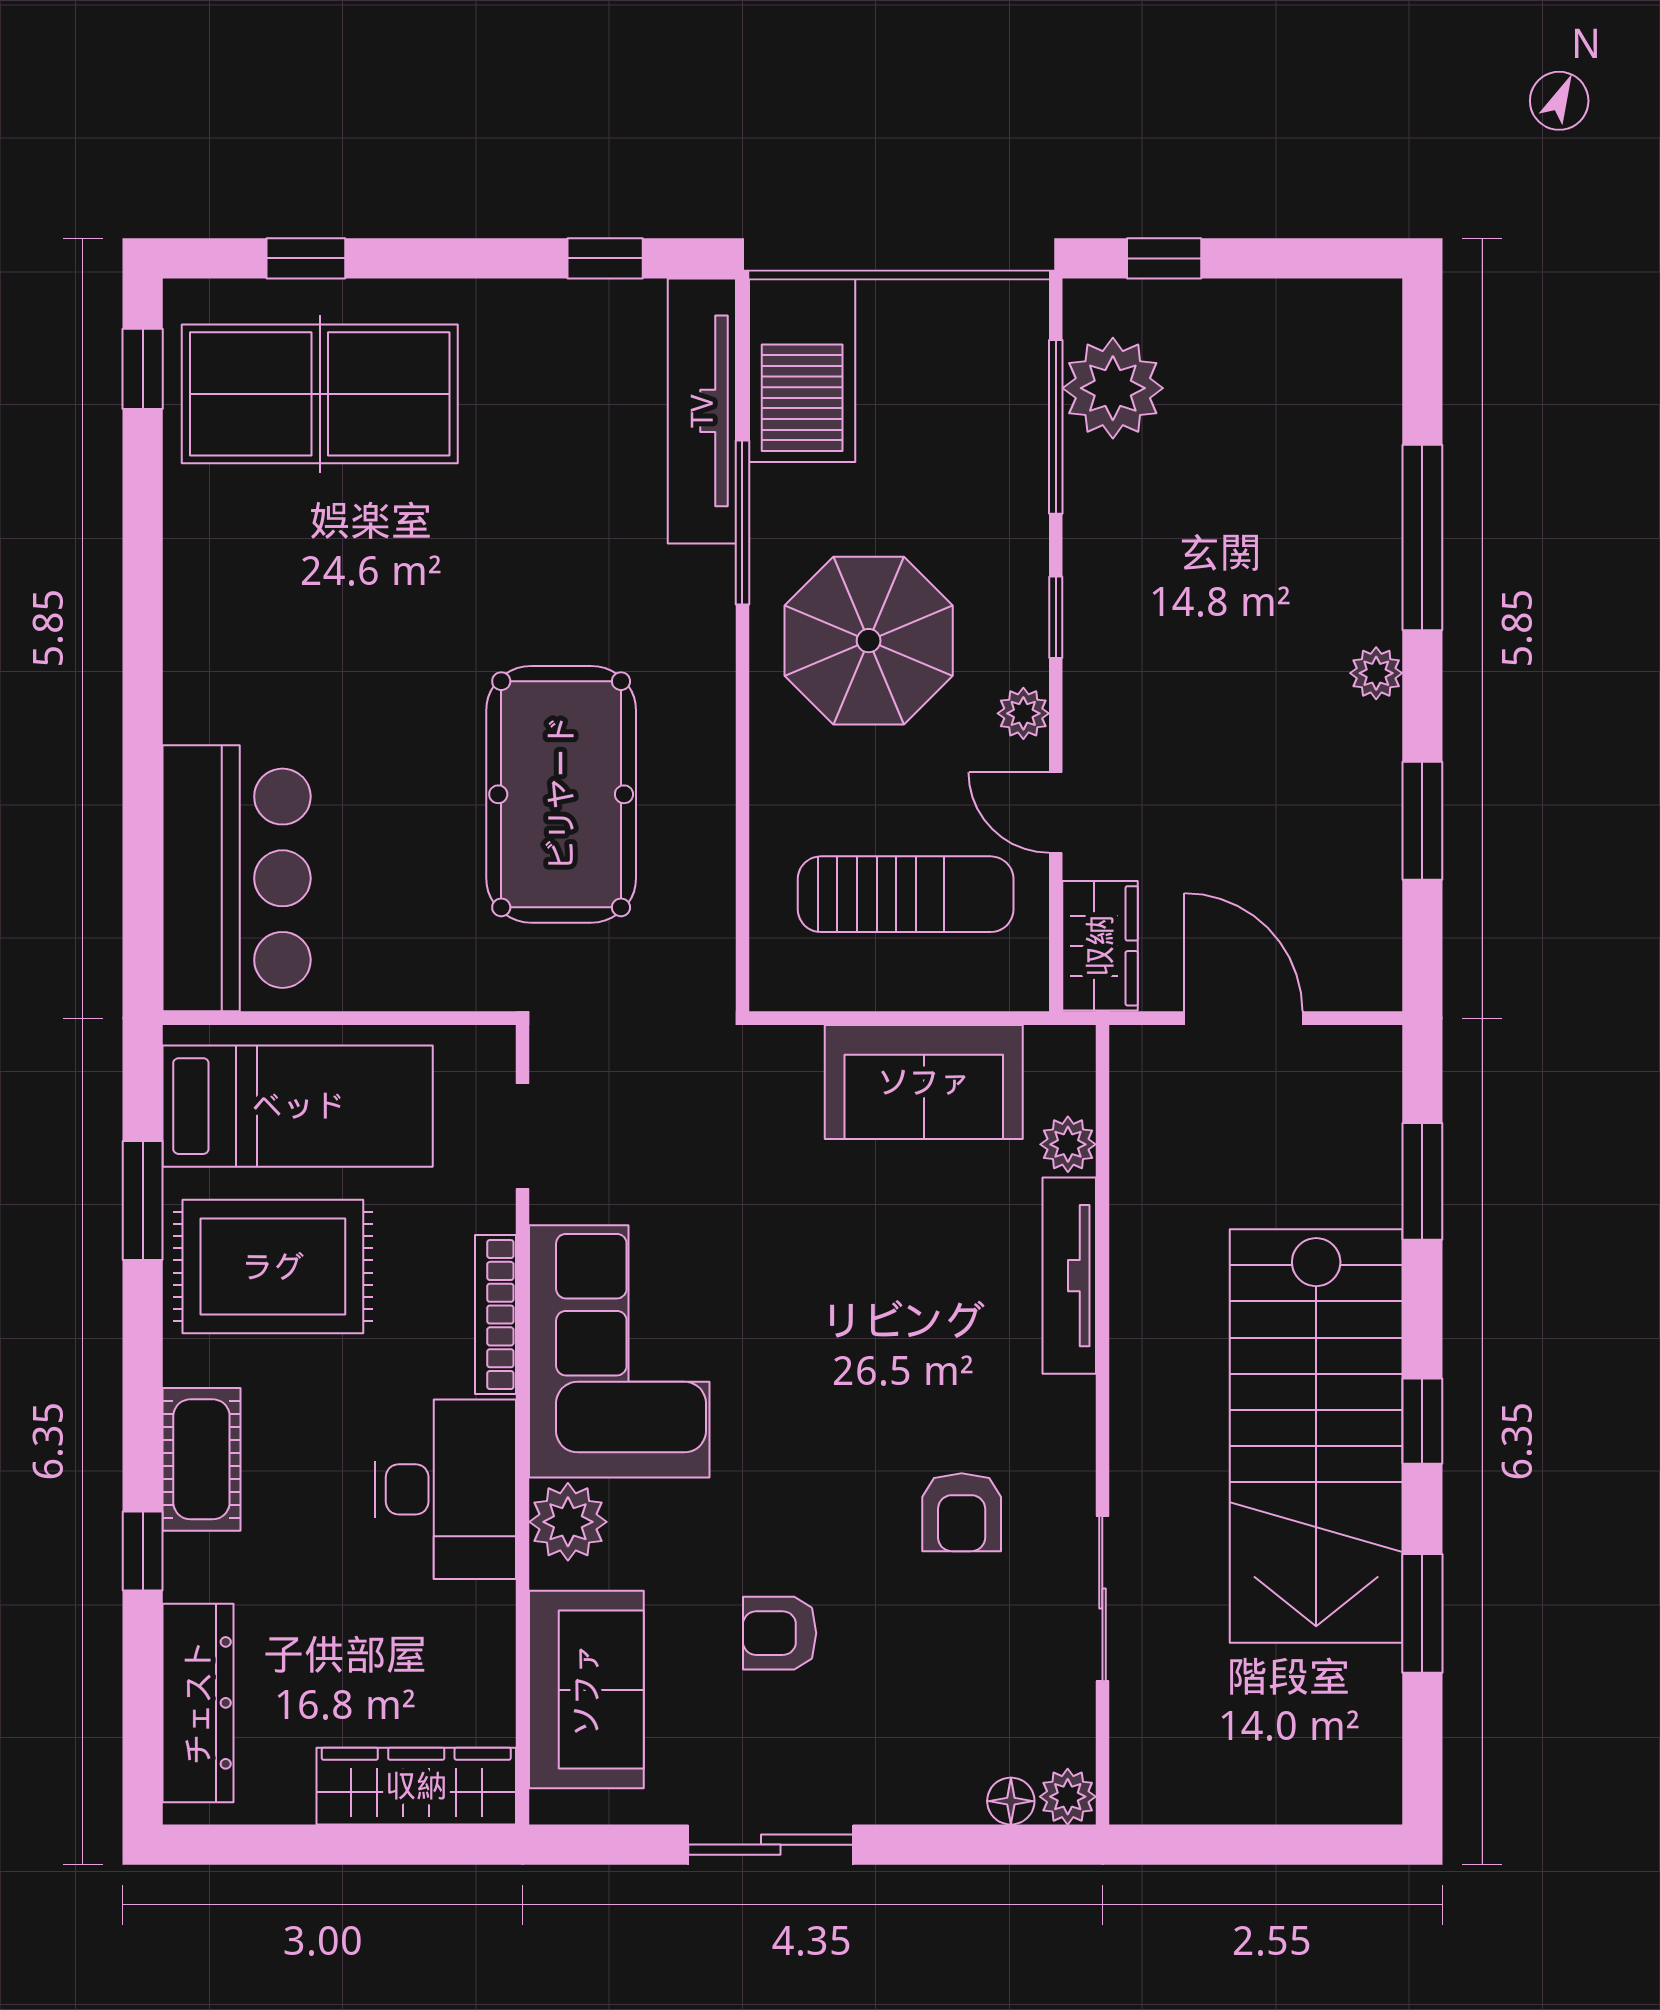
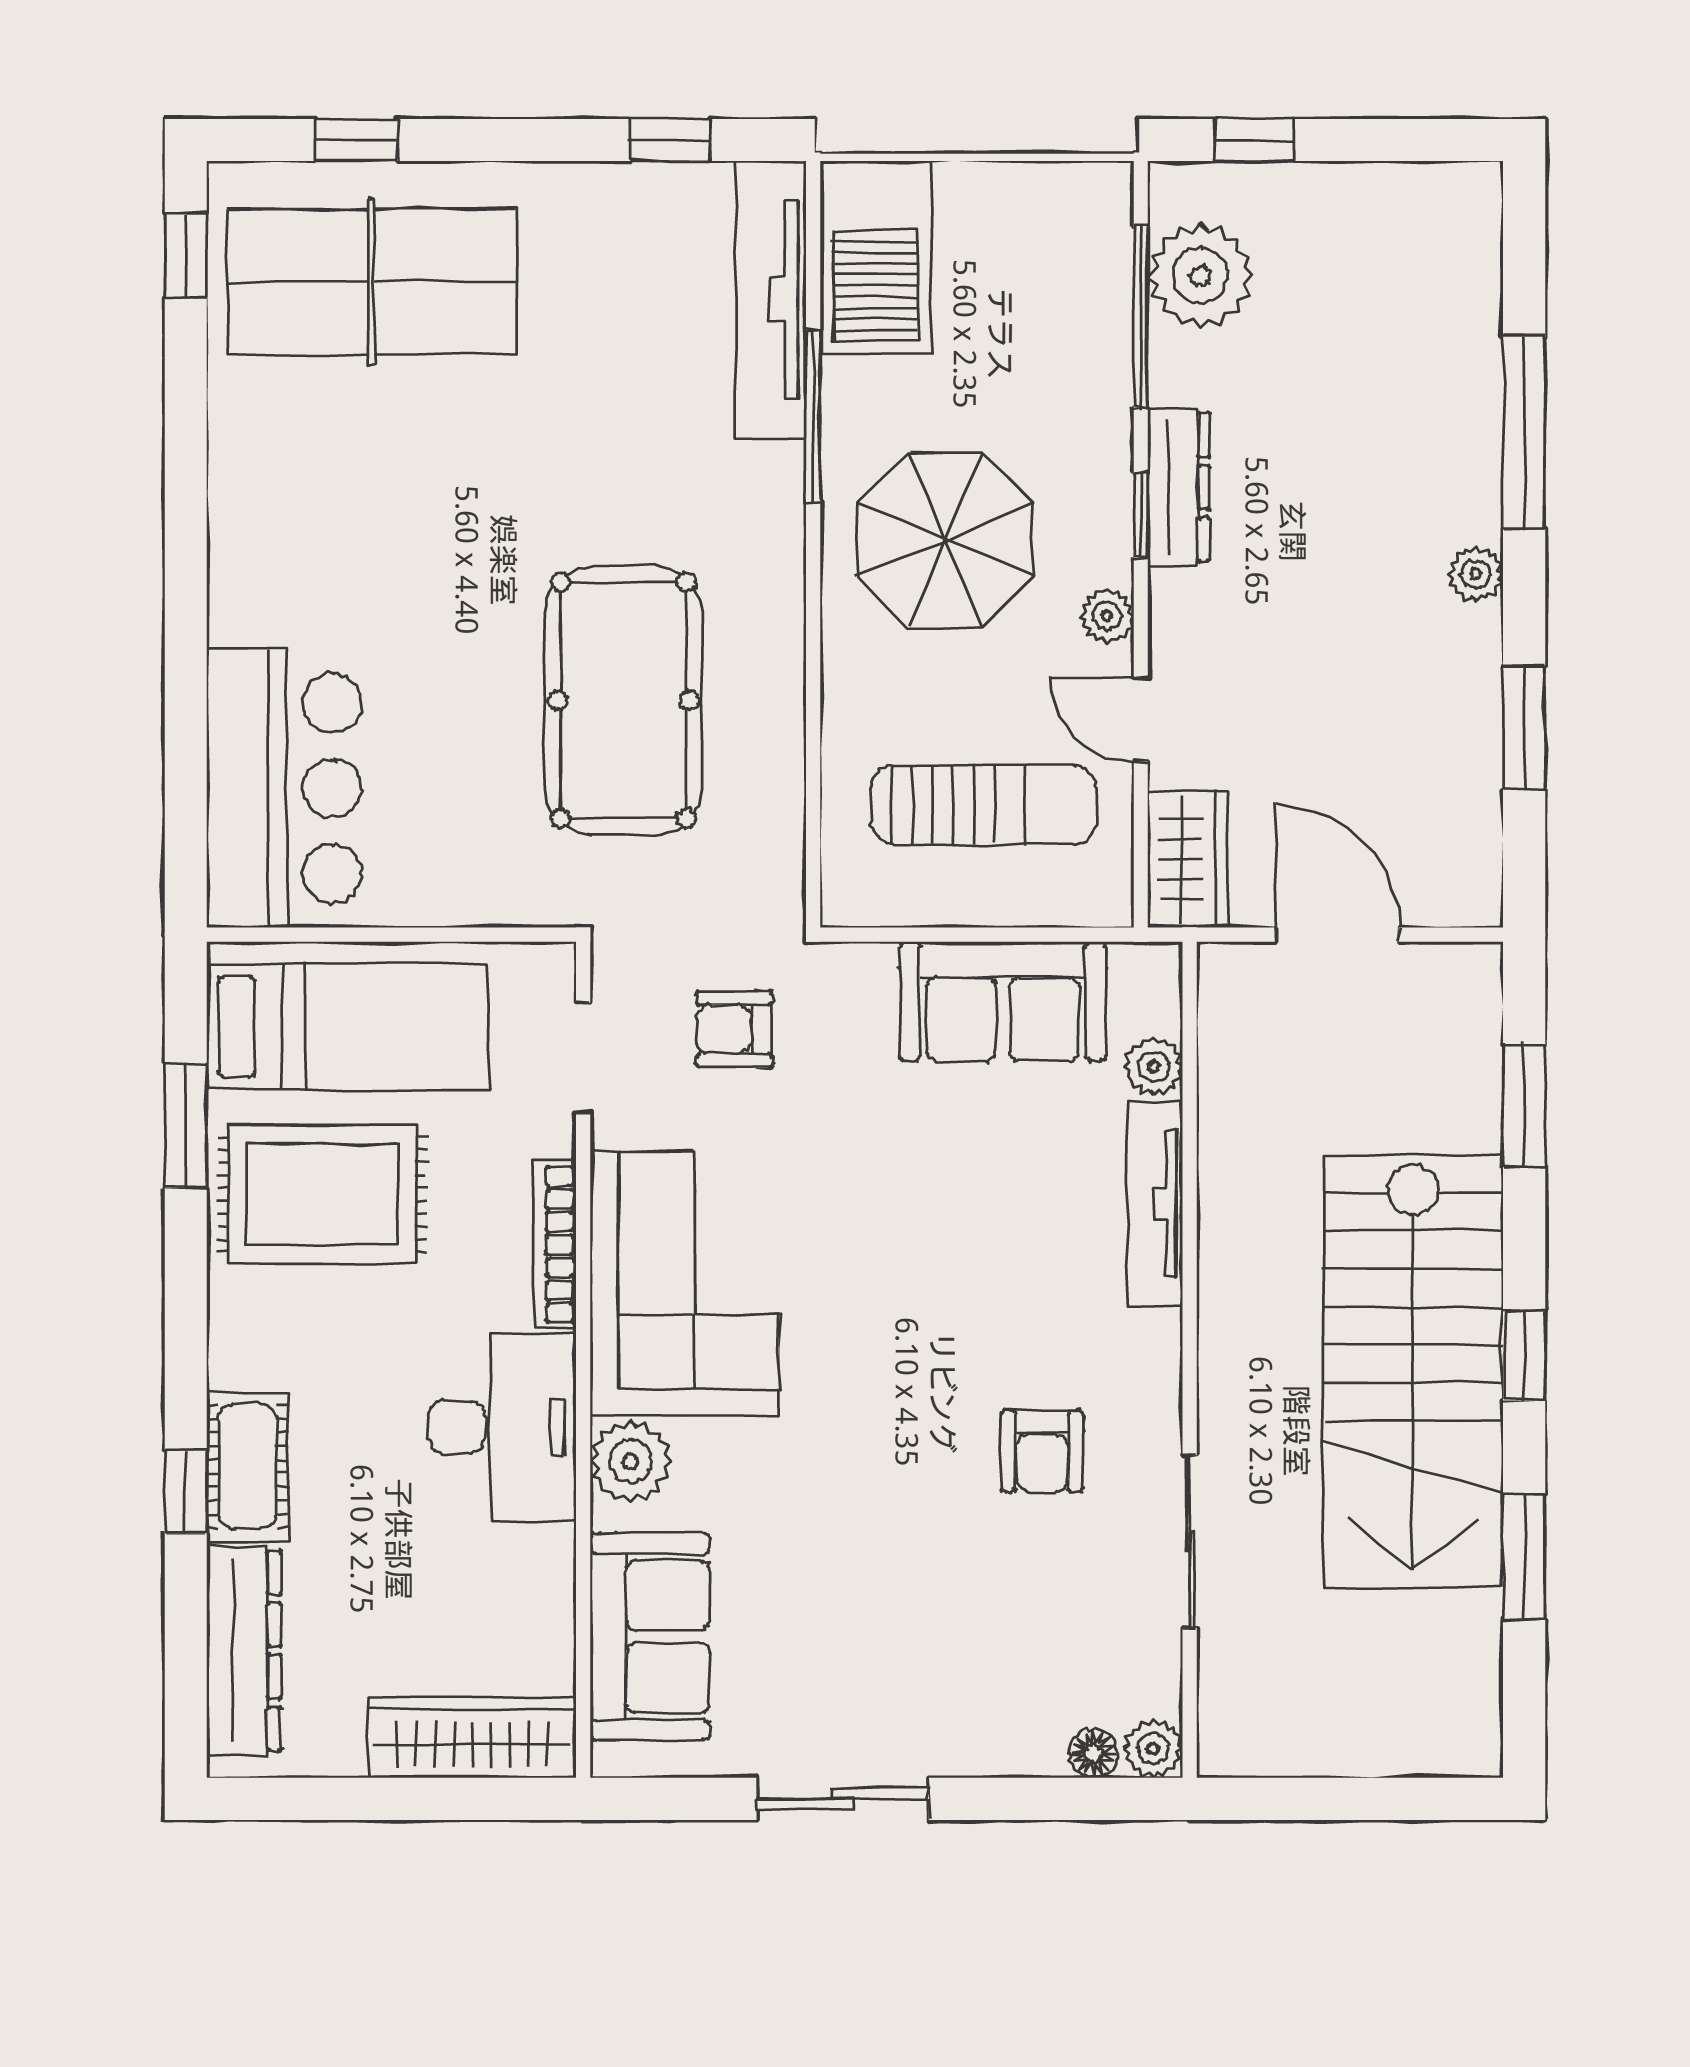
dresser: (1092, 590) -> (1179, 487), added
cot: (201, 1459) -> (247, 1466), moved
armchair: (780, 1633) -> (734, 1029), moved

